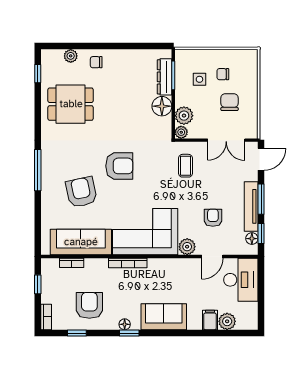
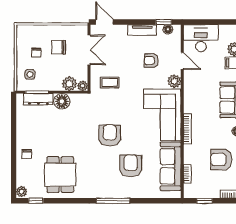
plant: (71, 56) -> (22, 192), moved
side table: (199, 79) -> (30, 74), moved
armchair: (81, 192) -> (131, 166), turned 102
window: (261, 199) -> (136, 22), removed
tv unit: (251, 206) -> (142, 30), width x0.71

